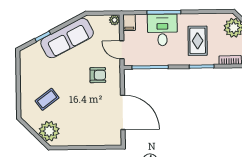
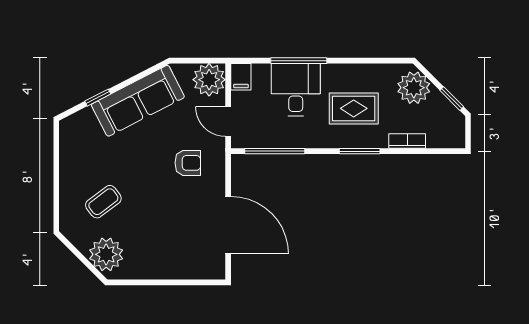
plant: (114, 20) -> (209, 80), width x1.88, depth x1.88
rug: (198, 41) -> (354, 108), turned 90

